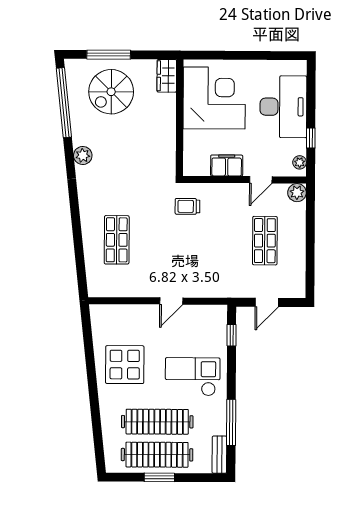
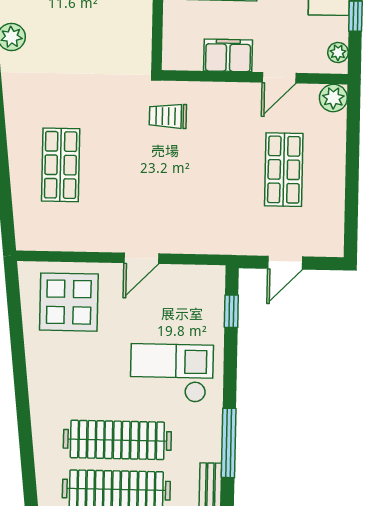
display table: (125, 365) -> (69, 302), moved

